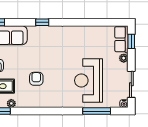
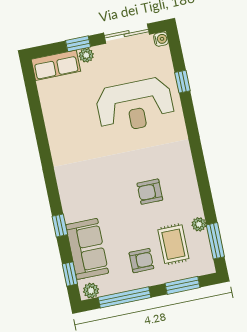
window: (42, 22) -> (60, 225), moved
window: (131, 41) -> (78, 44), moved
window: (97, 111) -> (182, 82), width x0.46

